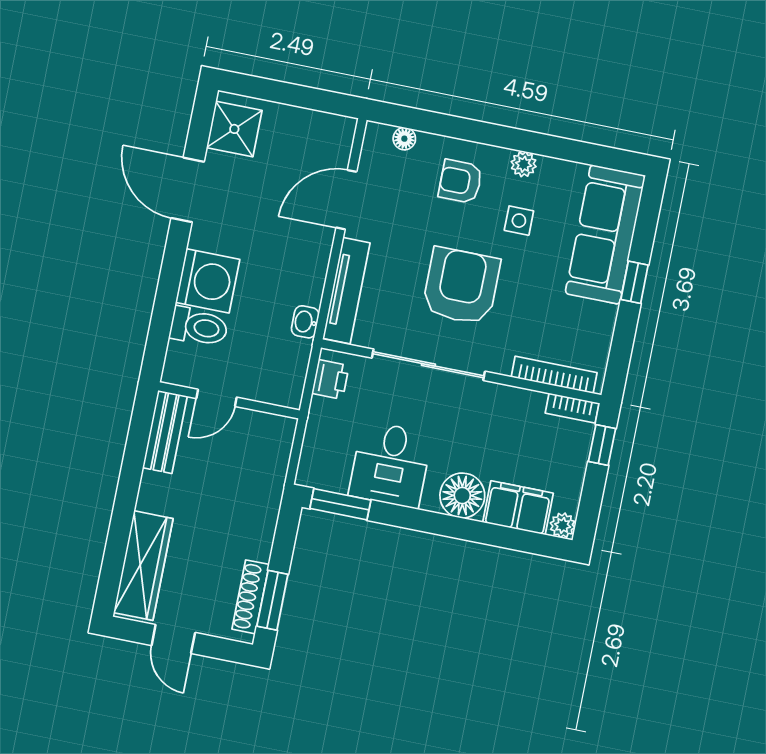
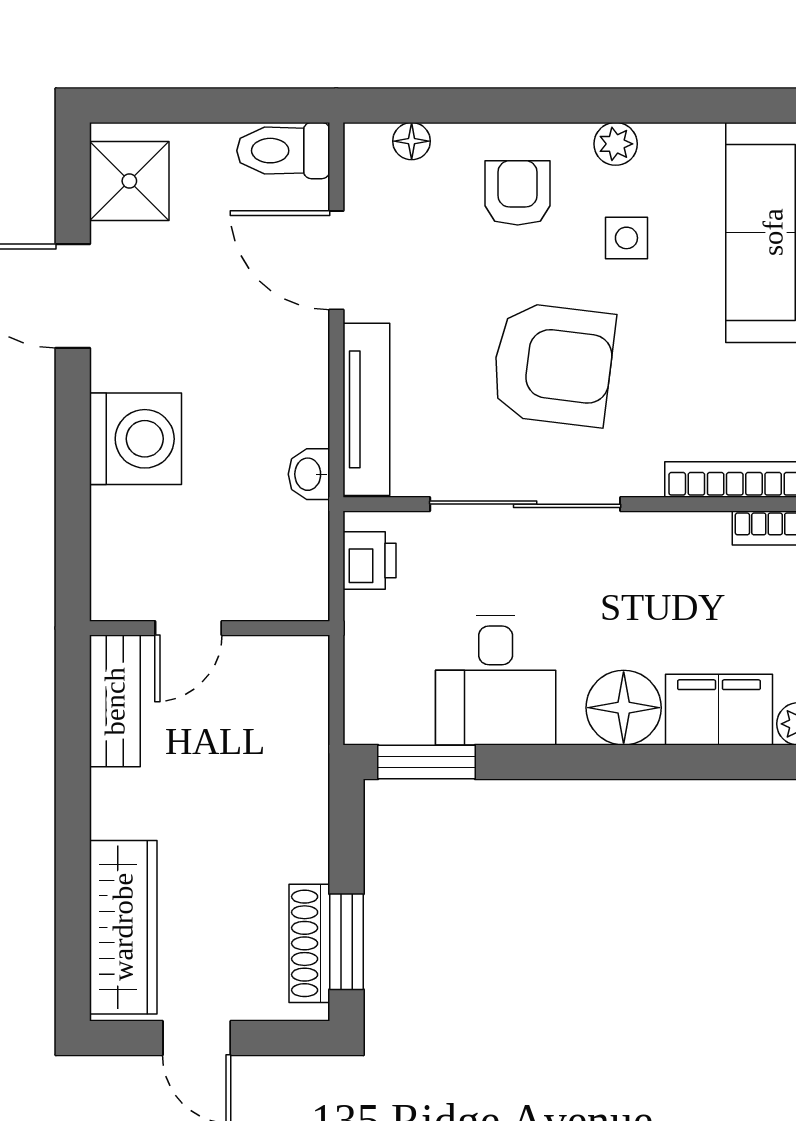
armchair: (460, 181) -> (518, 193), turned 90
door: (346, 200) -> (336, 260), hinge flipped
armchair: (461, 286) -> (553, 364), turned 97
toilet: (199, 327) -> (283, 151), moved, turned 180

